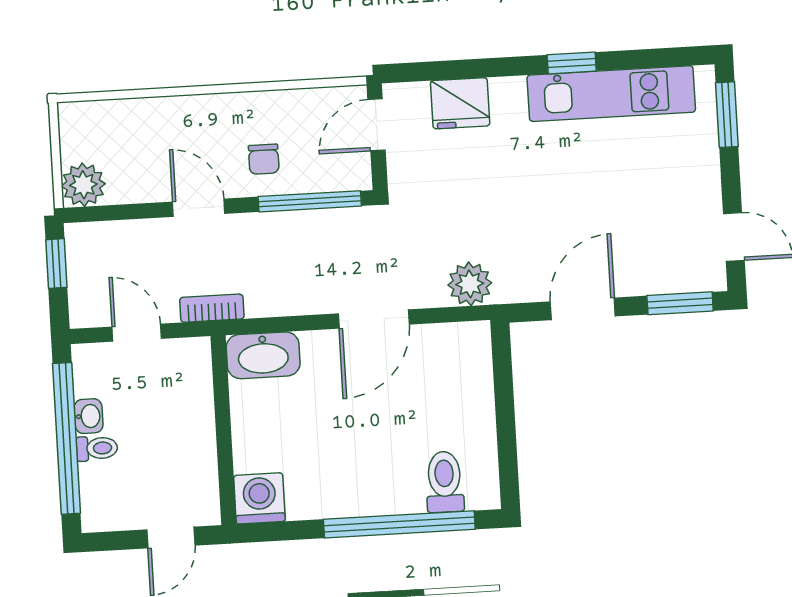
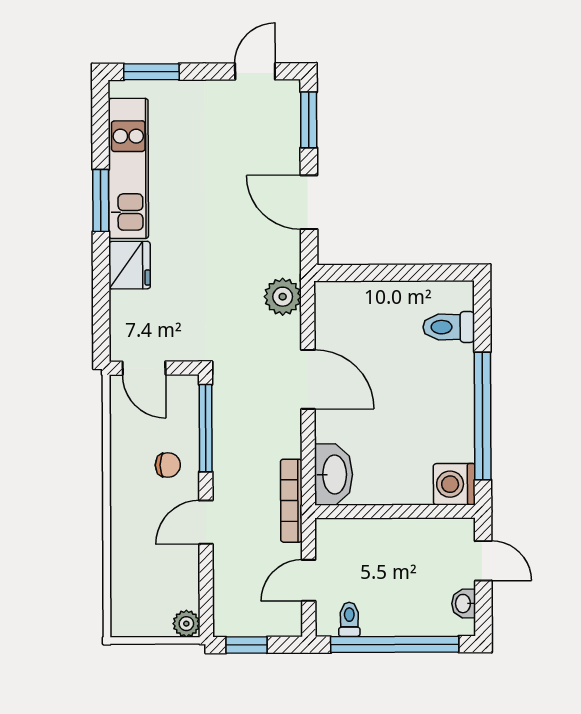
window: (572, 63) -> (101, 200), width x1.50
fridge: (460, 103) -> (130, 265), moved
plant: (83, 185) -> (186, 624), width x0.73, depth x0.73
bookcase: (212, 308) -> (291, 501), width x1.56
washbasin: (89, 416) -> (464, 604), moved, turned -90
toilet: (97, 448) -> (349, 619), moved
window: (399, 524) -> (483, 416), moved

